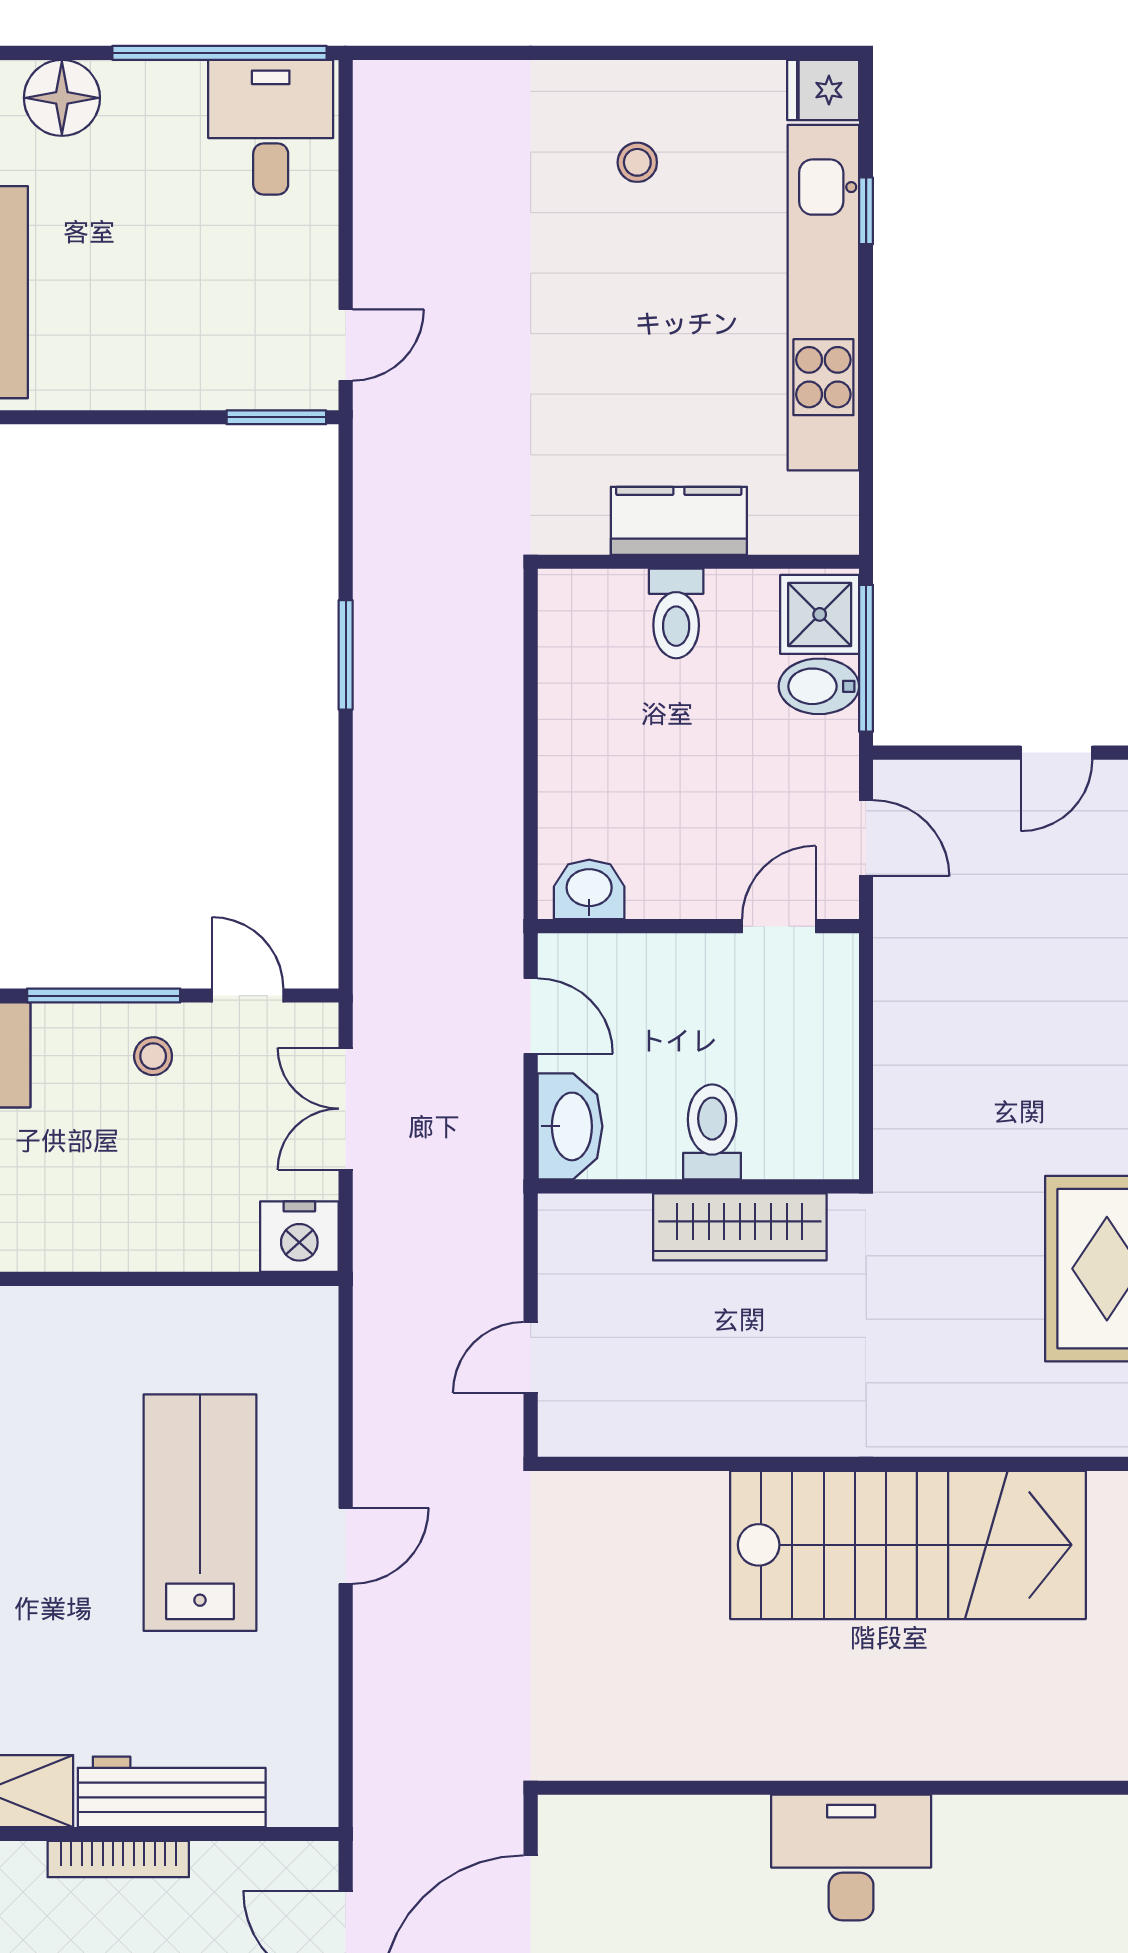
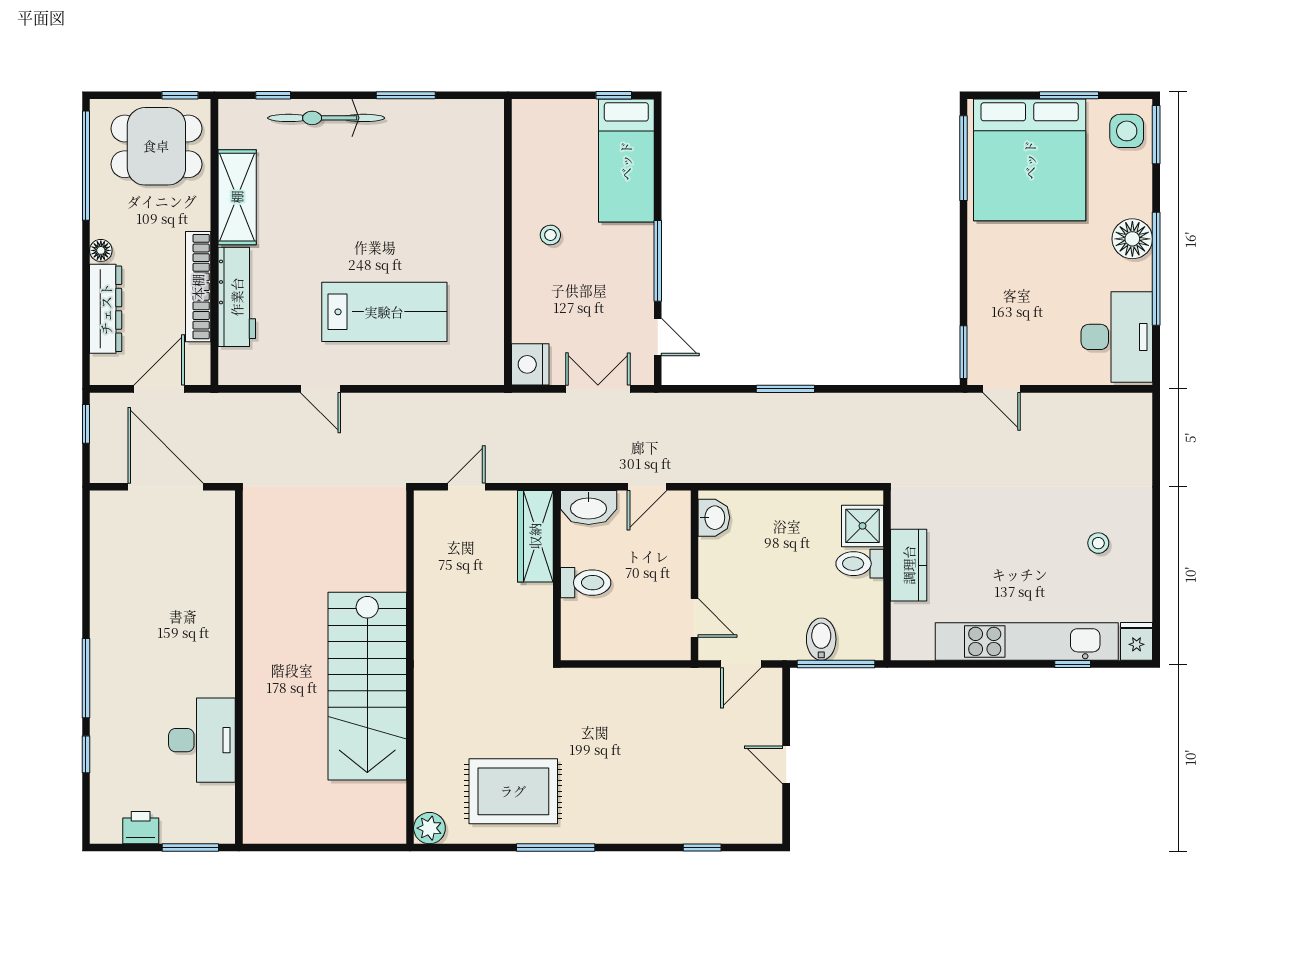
window: (220, 53) -> (1156, 269), moved
desk: (271, 127) -> (1117, 337), width x1.37
shower: (820, 614) -> (863, 526), moved
window: (346, 655) -> (785, 389), moved
door: (248, 996) -> (658, 337), hinge flipped
stool: (153, 1056) -> (550, 235), moved
wardrobe: (740, 1227) -> (535, 536), moved
door: (531, 1357) -> (466, 487), hinge flipped
door: (346, 1546) -> (320, 389), moved
desk: (851, 1858) -> (202, 740), moved
bookcase: (118, 1859) -> (198, 287), width x1.48, depth x1.31

